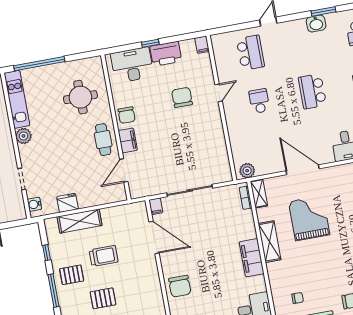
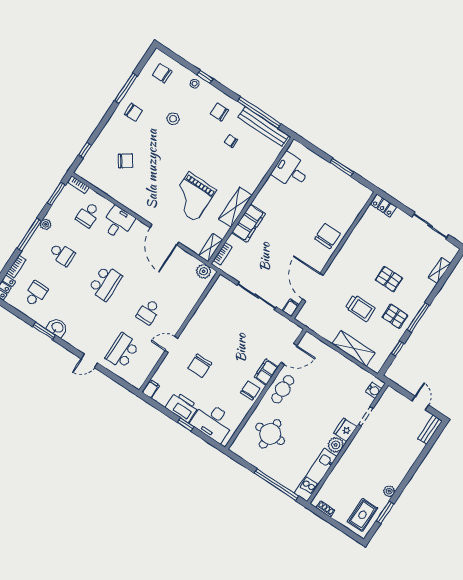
fridge: (68, 203) -> (345, 430), moved, turned 90
trolley: (104, 256) -> (360, 308), turned 180
filing cabinet: (252, 258) -> (249, 223), moved
chair: (298, 298) -> (231, 141), moved

